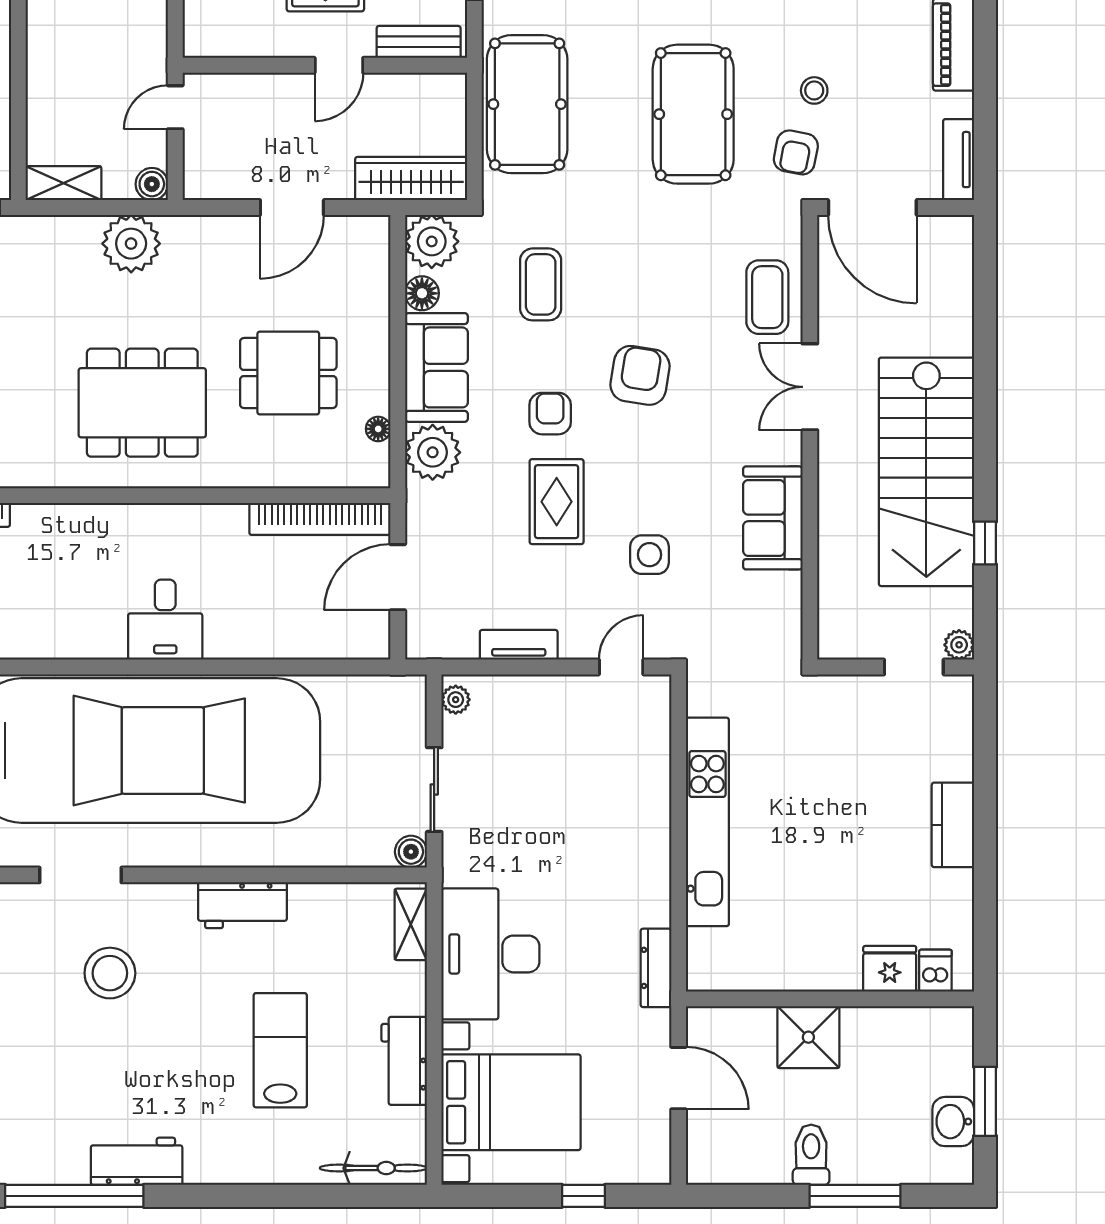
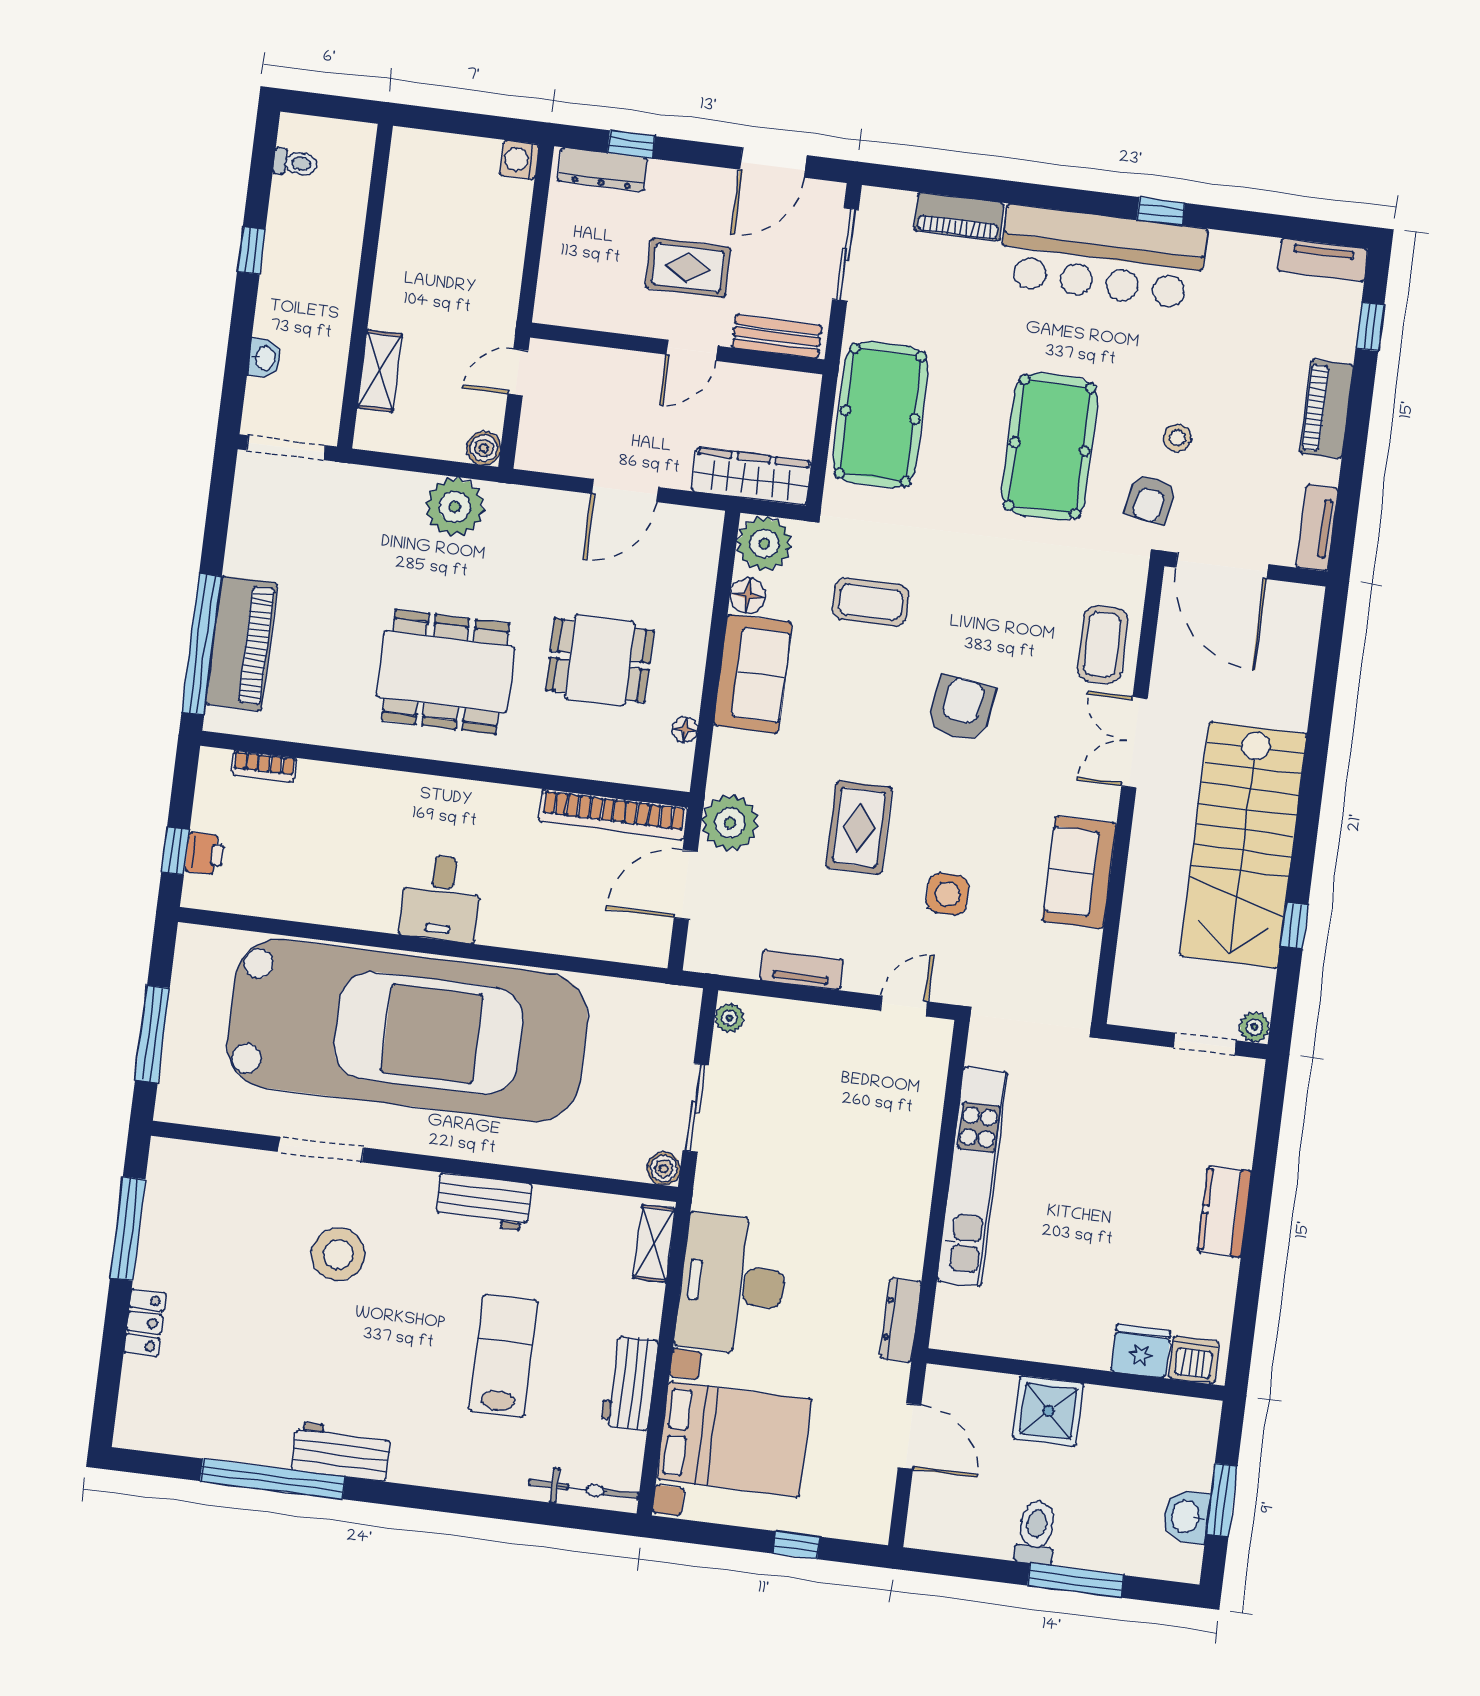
shelving: (63, 183) -> (380, 371), moved, turned 90
coffee table: (541, 284) -> (871, 602), turned 90
armchair: (550, 414) -> (864, 736), removed
plant: (433, 452) -> (730, 823), moved
dishwasher: (935, 971) -> (1194, 1360), width x1.38

